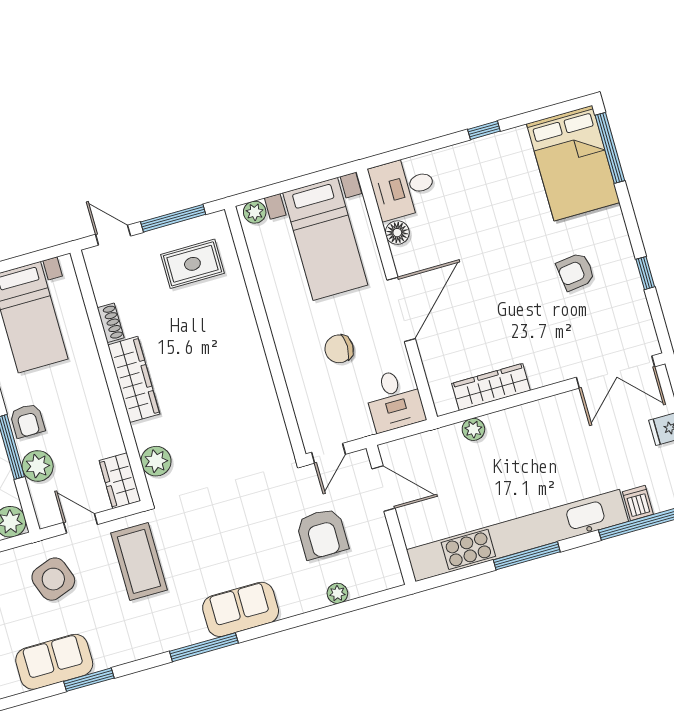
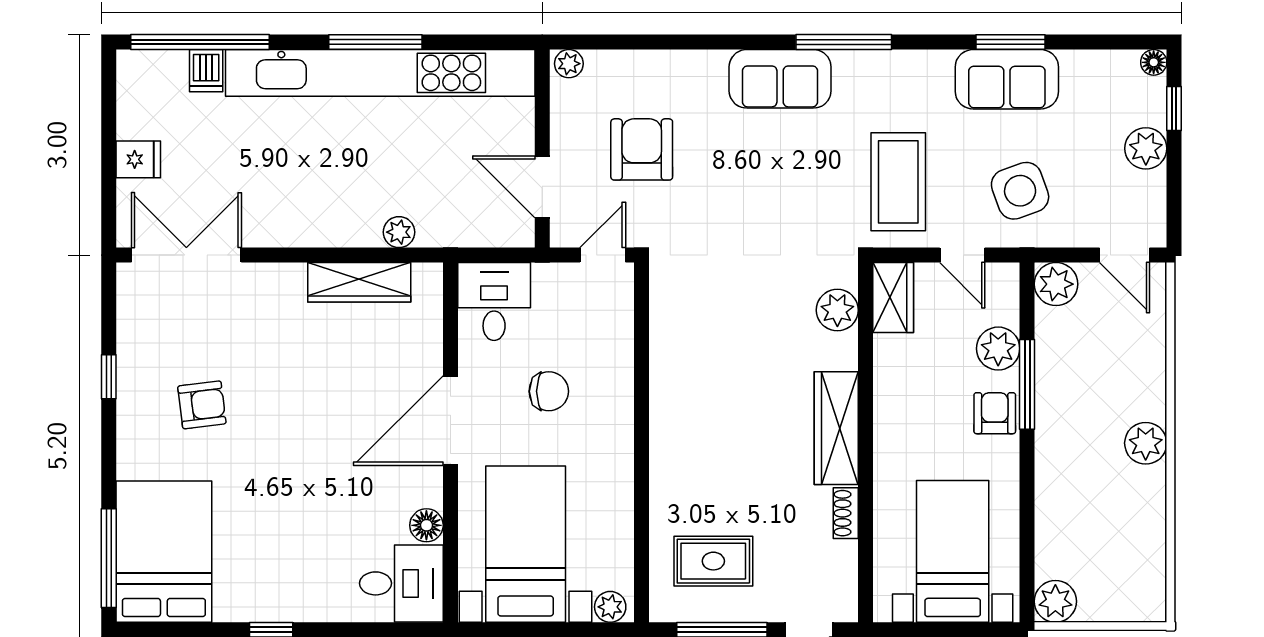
plant: (337, 593) -> (569, 64), moved
sofa: (54, 662) -> (1007, 79), moved

